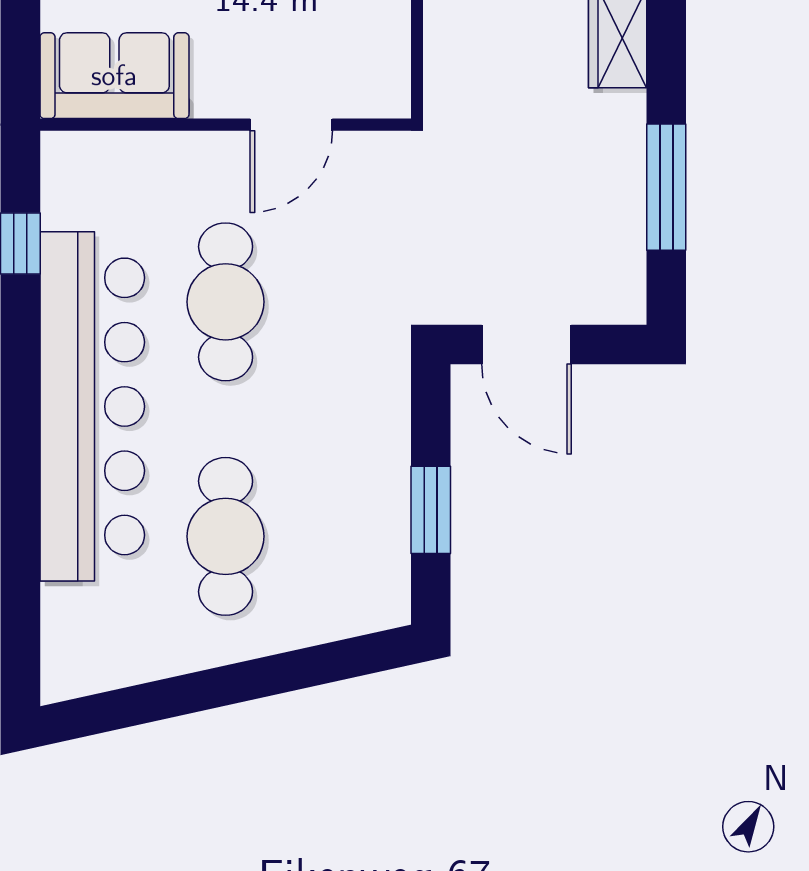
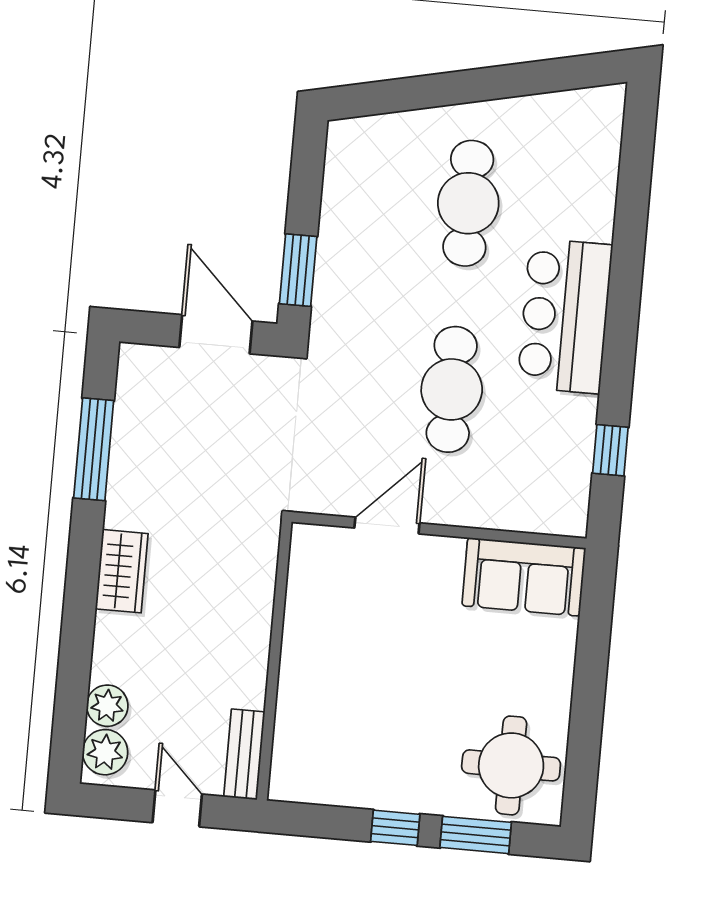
bar counter: (92, 406) -> (565, 316), width x0.54
window: (431, 510) -> (298, 270), moved

